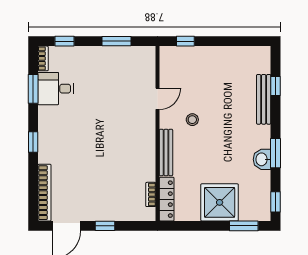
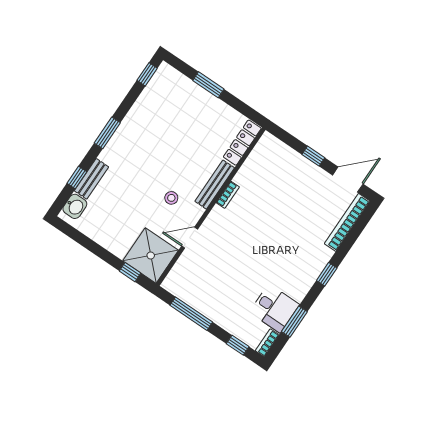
window: (117, 41) -> (191, 314), width x1.44
bench: (264, 99) -> (91, 179), width x0.73
window: (275, 153) -> (107, 133), moved
washbasin: (262, 159) -> (75, 206), moved
bookcase: (151, 194) -> (228, 195), moved
shower: (220, 202) -> (151, 255), moved
window: (244, 226) -> (208, 85), moved

